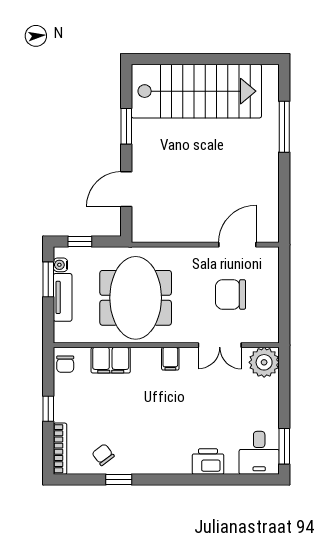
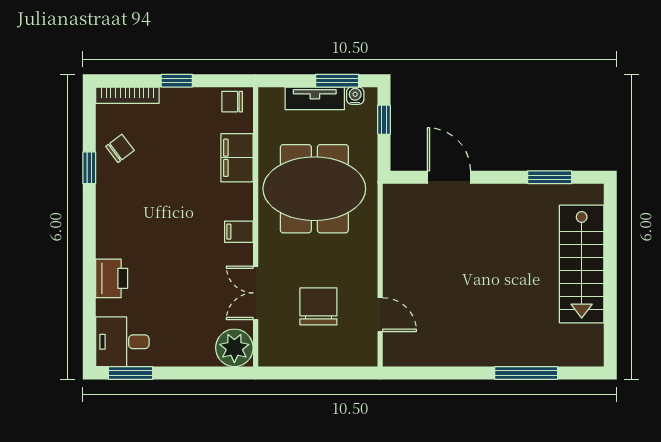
stairs: (196, 91) -> (582, 264), width x0.73, depth x0.66
window: (126, 126) -> (550, 177), moved
door: (237, 245) -> (380, 315), width x0.73

